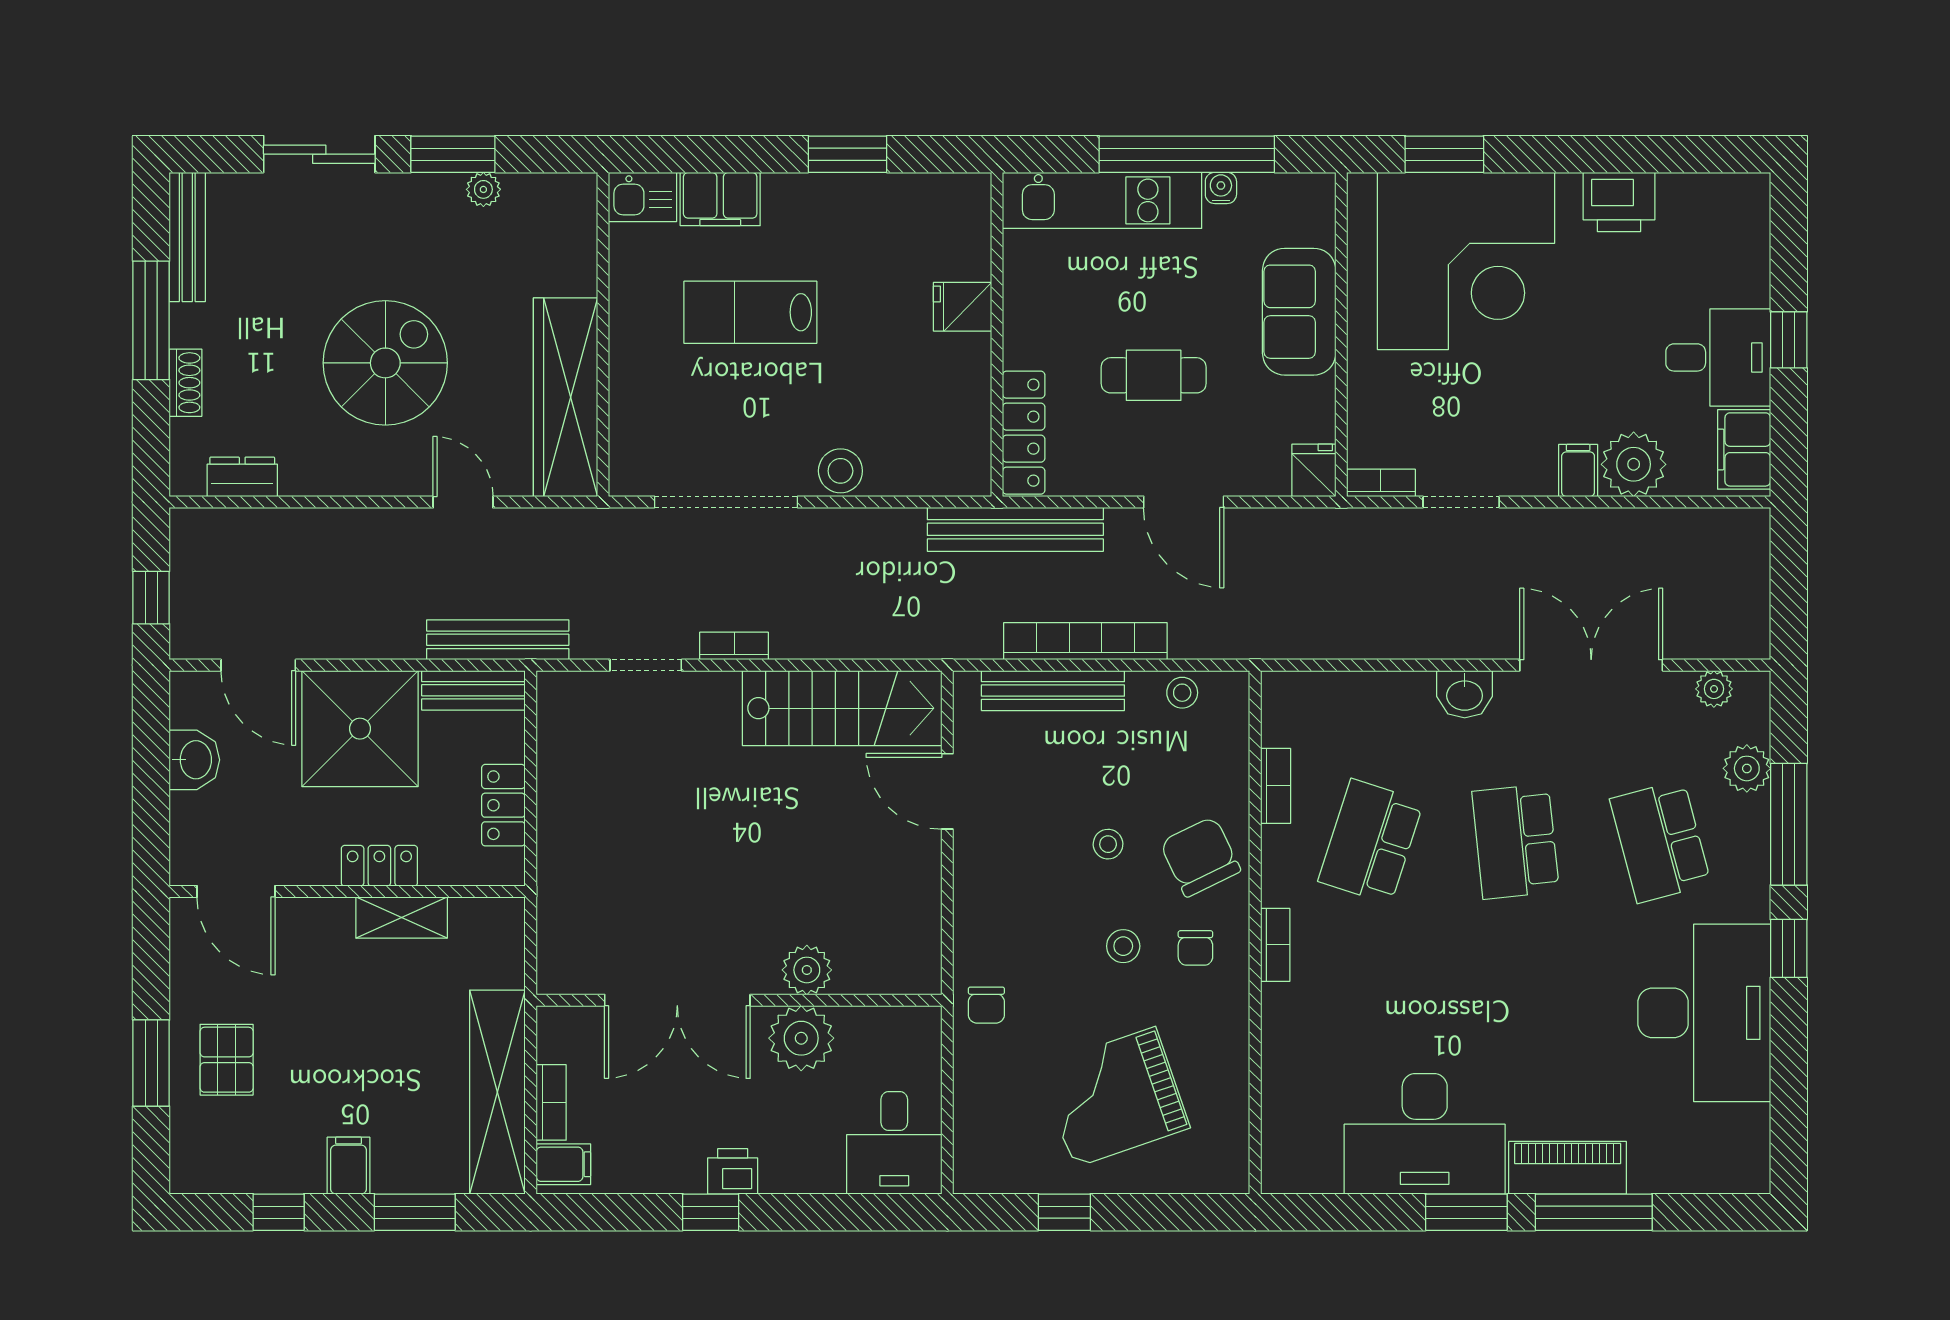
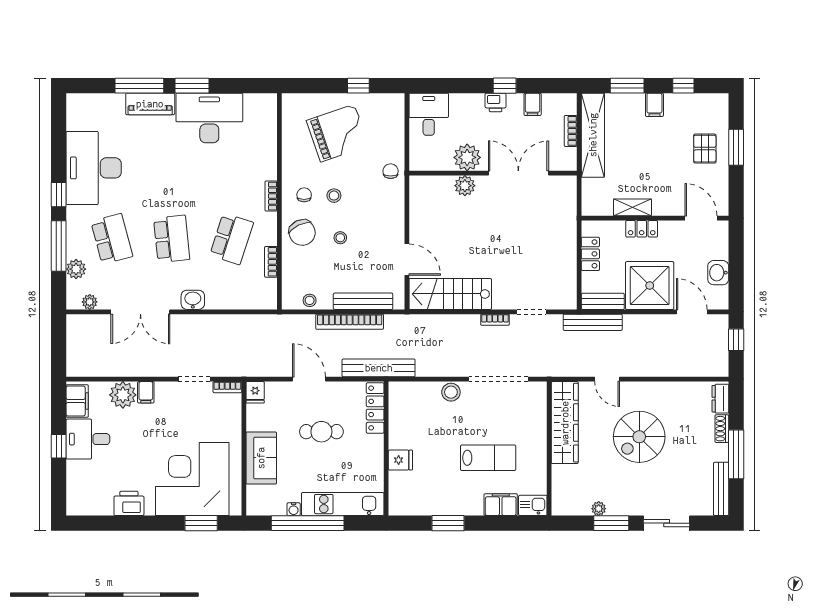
dresser: (242, 477) -> (720, 399), moved, turned 90
filing cabinet: (563, 1164) -> (533, 104), moved, turned -90

